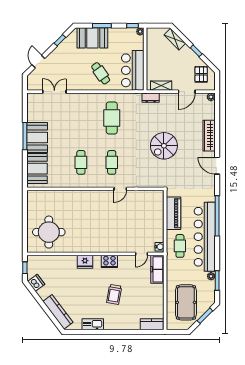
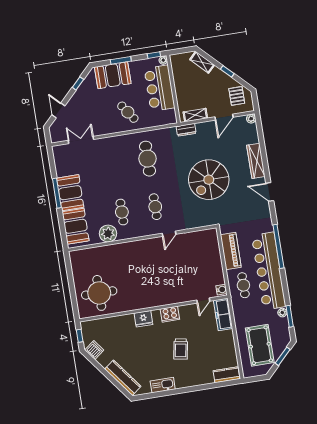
bar counter: (133, 70) -> (160, 88), moved
spiral stairs: (164, 146) -> (209, 180), width x1.37, depth x1.37
plant: (65, 180) -> (108, 234), added

